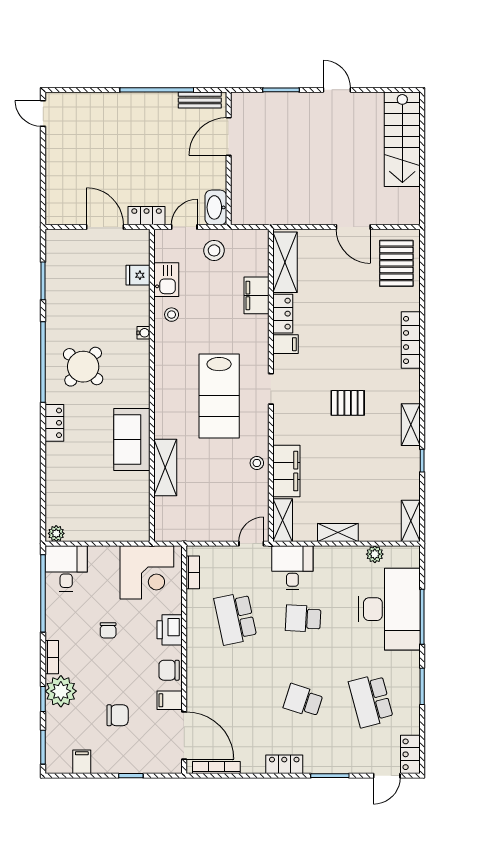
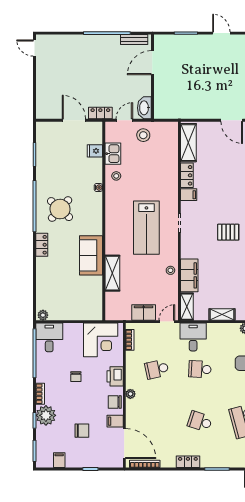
filing cabinet: (256, 295) -> (144, 312), moved, turned 90
school desk: (235, 619) -> (157, 369), width x0.54
plant: (194, 657) -> (130, 394), added

